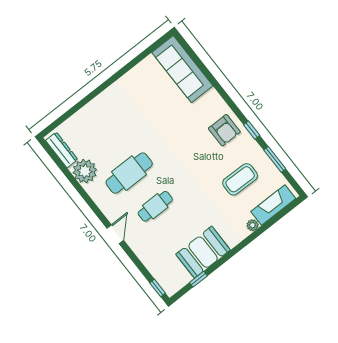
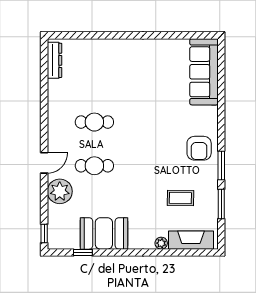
window: (252, 130) -> (221, 165), width x1.50
plant: (85, 171) -> (60, 191), moved
cafe table: (129, 173) -> (94, 122), width x0.73, depth x0.74
coffee table: (240, 179) -> (180, 198), width x0.73, depth x0.77

